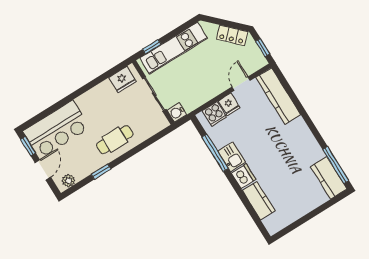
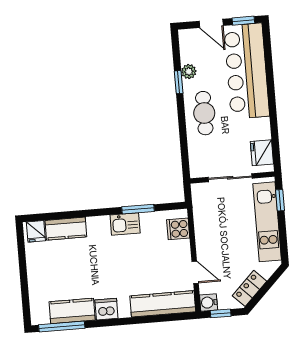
fridge: (229, 104) -> (36, 231), moved, turned -90
water cooler: (177, 112) -> (209, 302), moved, turned -90
bar counter: (56, 129) -> (247, 71), width x1.36
window: (215, 153) -> (138, 209), width x0.69
dishwasher: (244, 176) -> (106, 309), moved, turned 180
kitchen counter: (329, 178) -> (72, 311), moved
plant: (68, 181) -> (189, 71), moved

